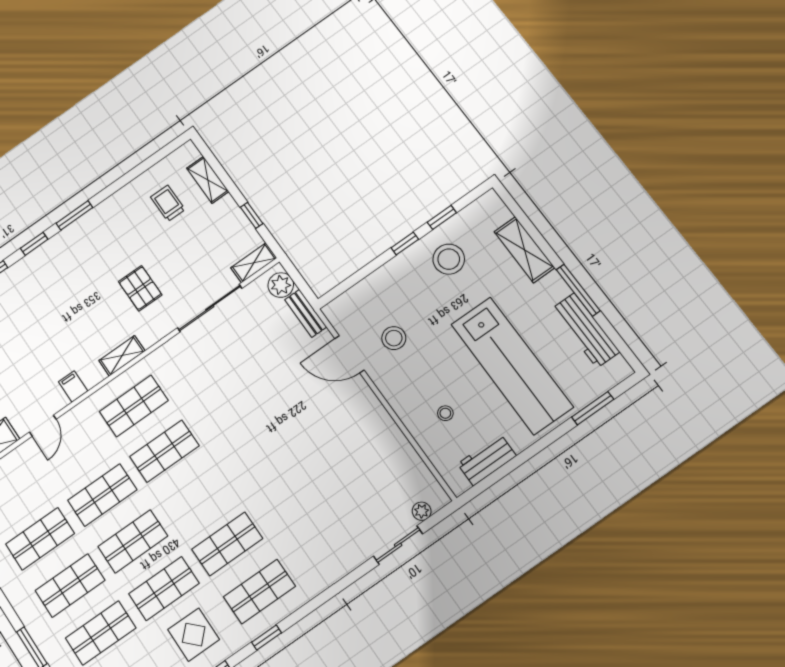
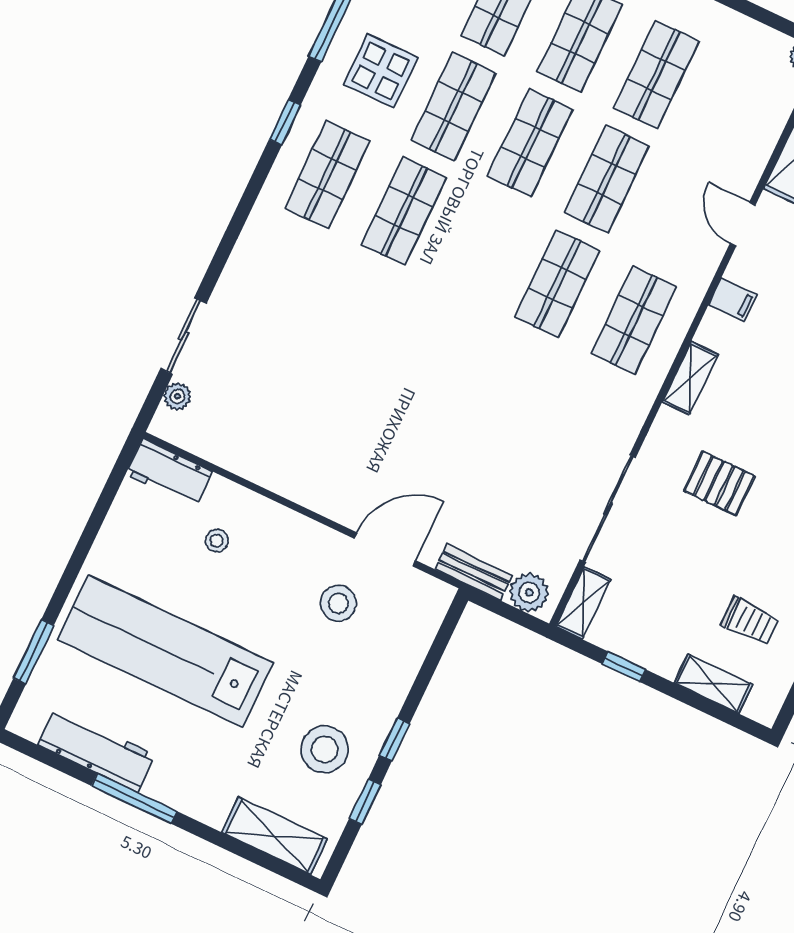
shelving: (524, 250) -> (275, 836), moved
workbench: (487, 460) -> (169, 473), moved, turned 90

